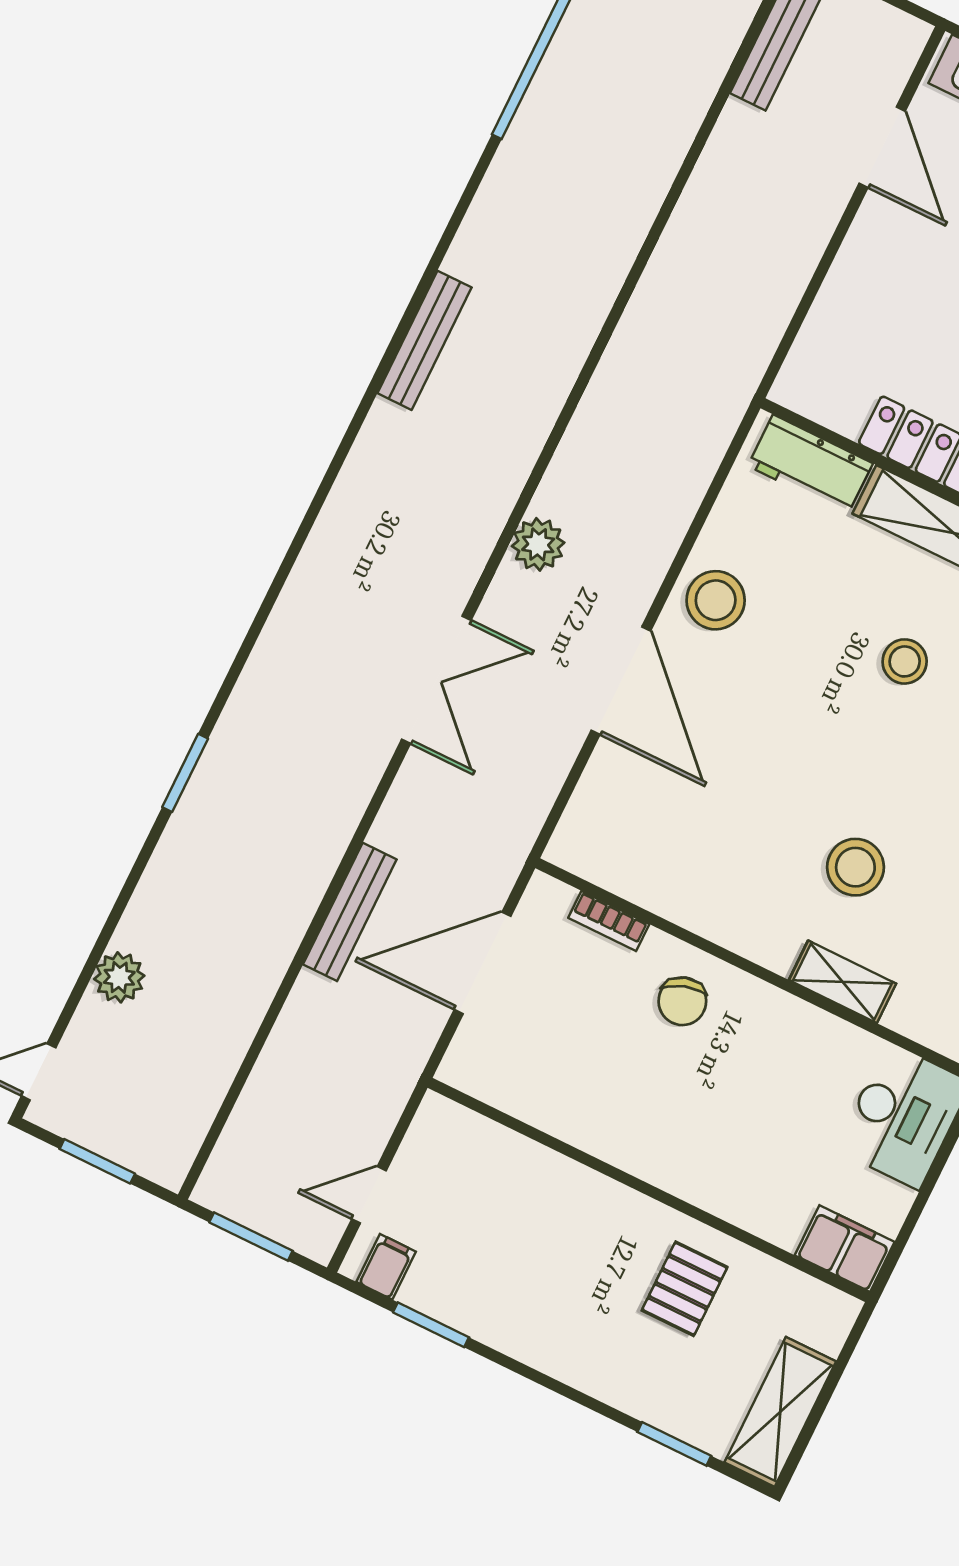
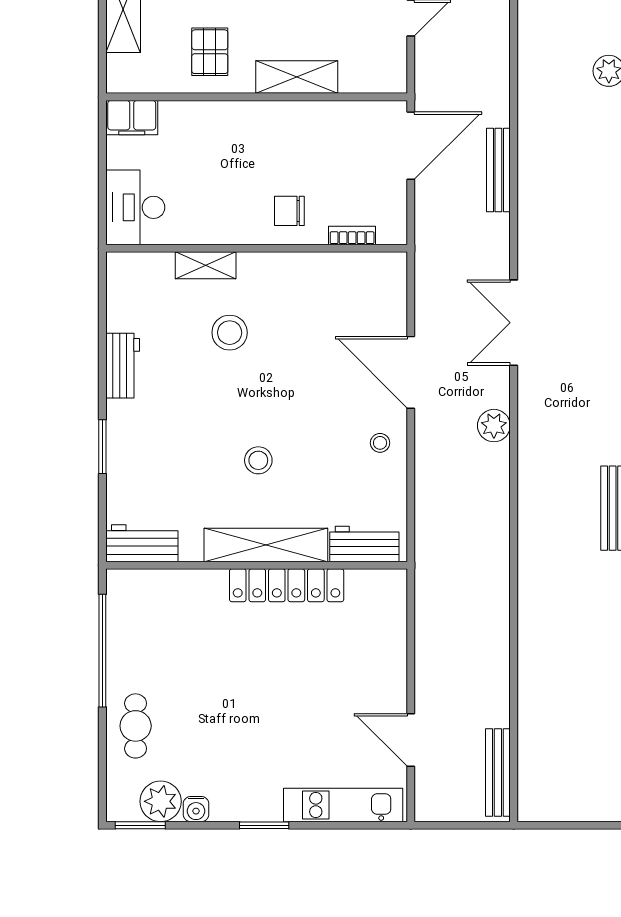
stool: (716, 600) -> (380, 443), width x0.53, depth x0.53
door: (483, 963) -> (411, 146), moved
chair: (682, 1001) -> (289, 211), turned -72
shelving: (576, 1190) -> (297, 77), added

